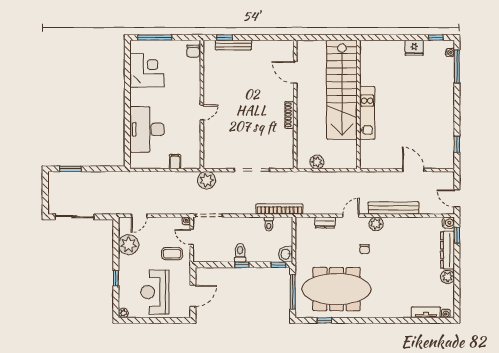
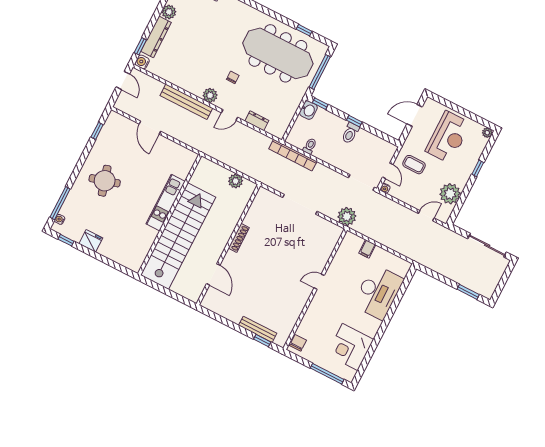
round table: (429, 105) -> (105, 181), added

